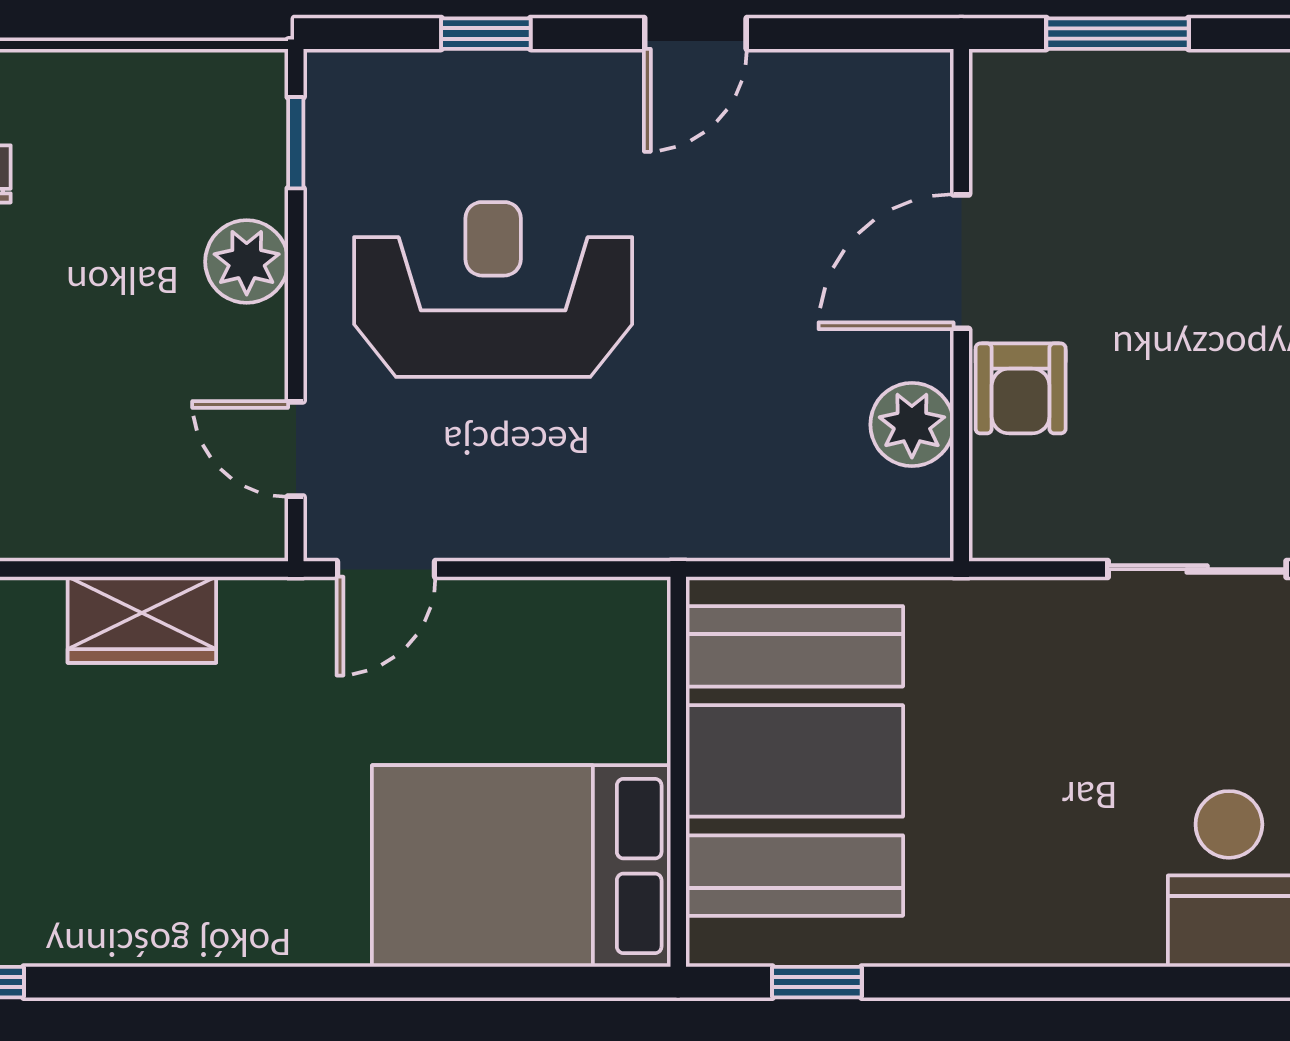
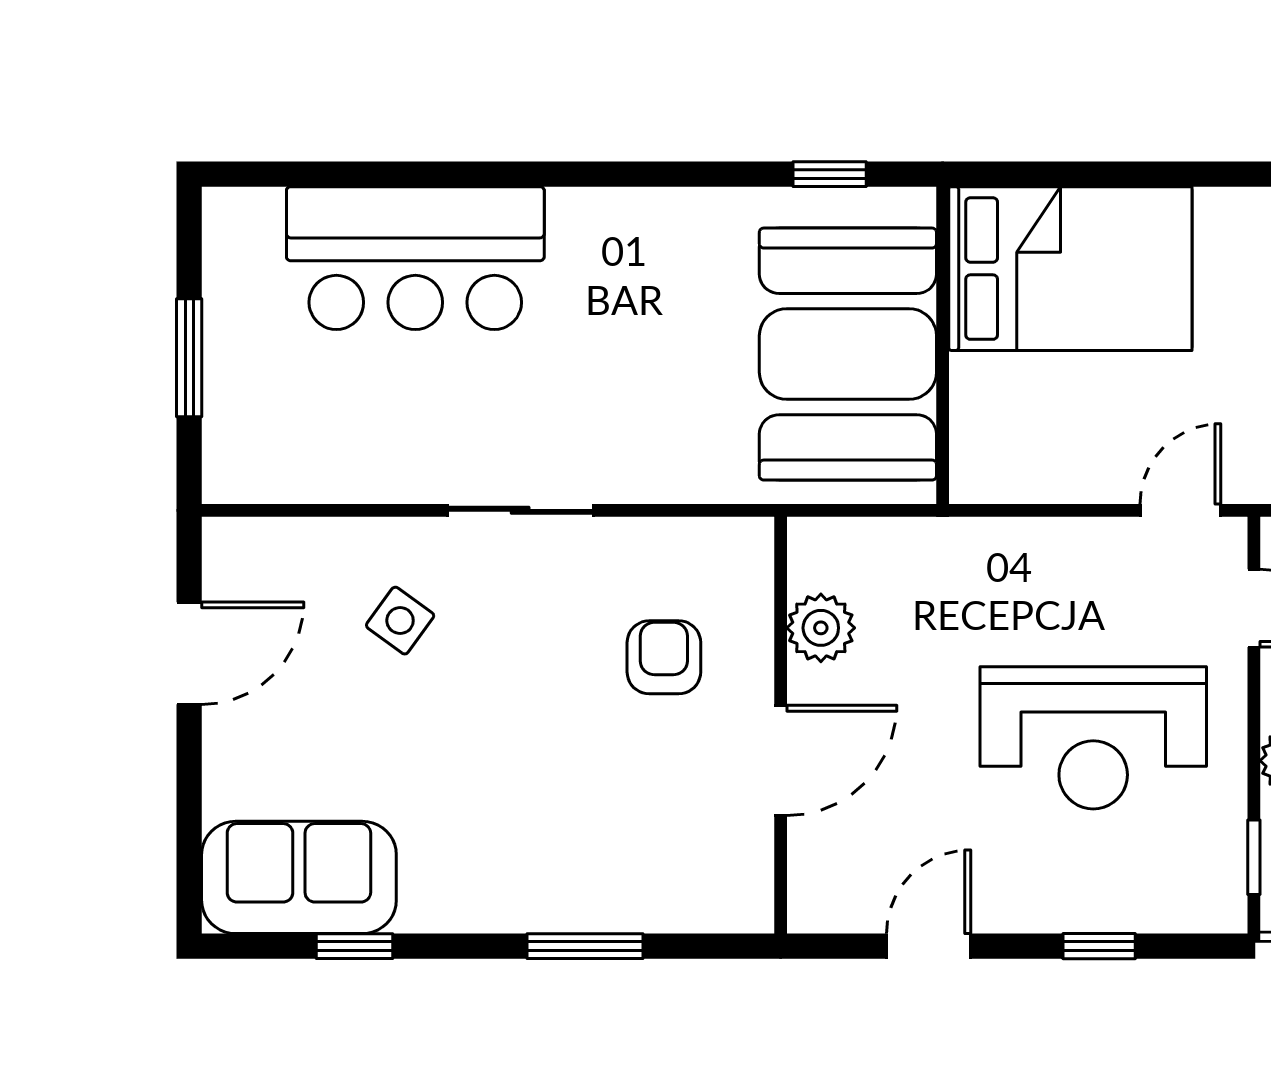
door: (961, 262) -> (781, 760), moved
wall: (961, 305) -> (781, 725), moved
plant: (912, 425) -> (821, 628), moved

